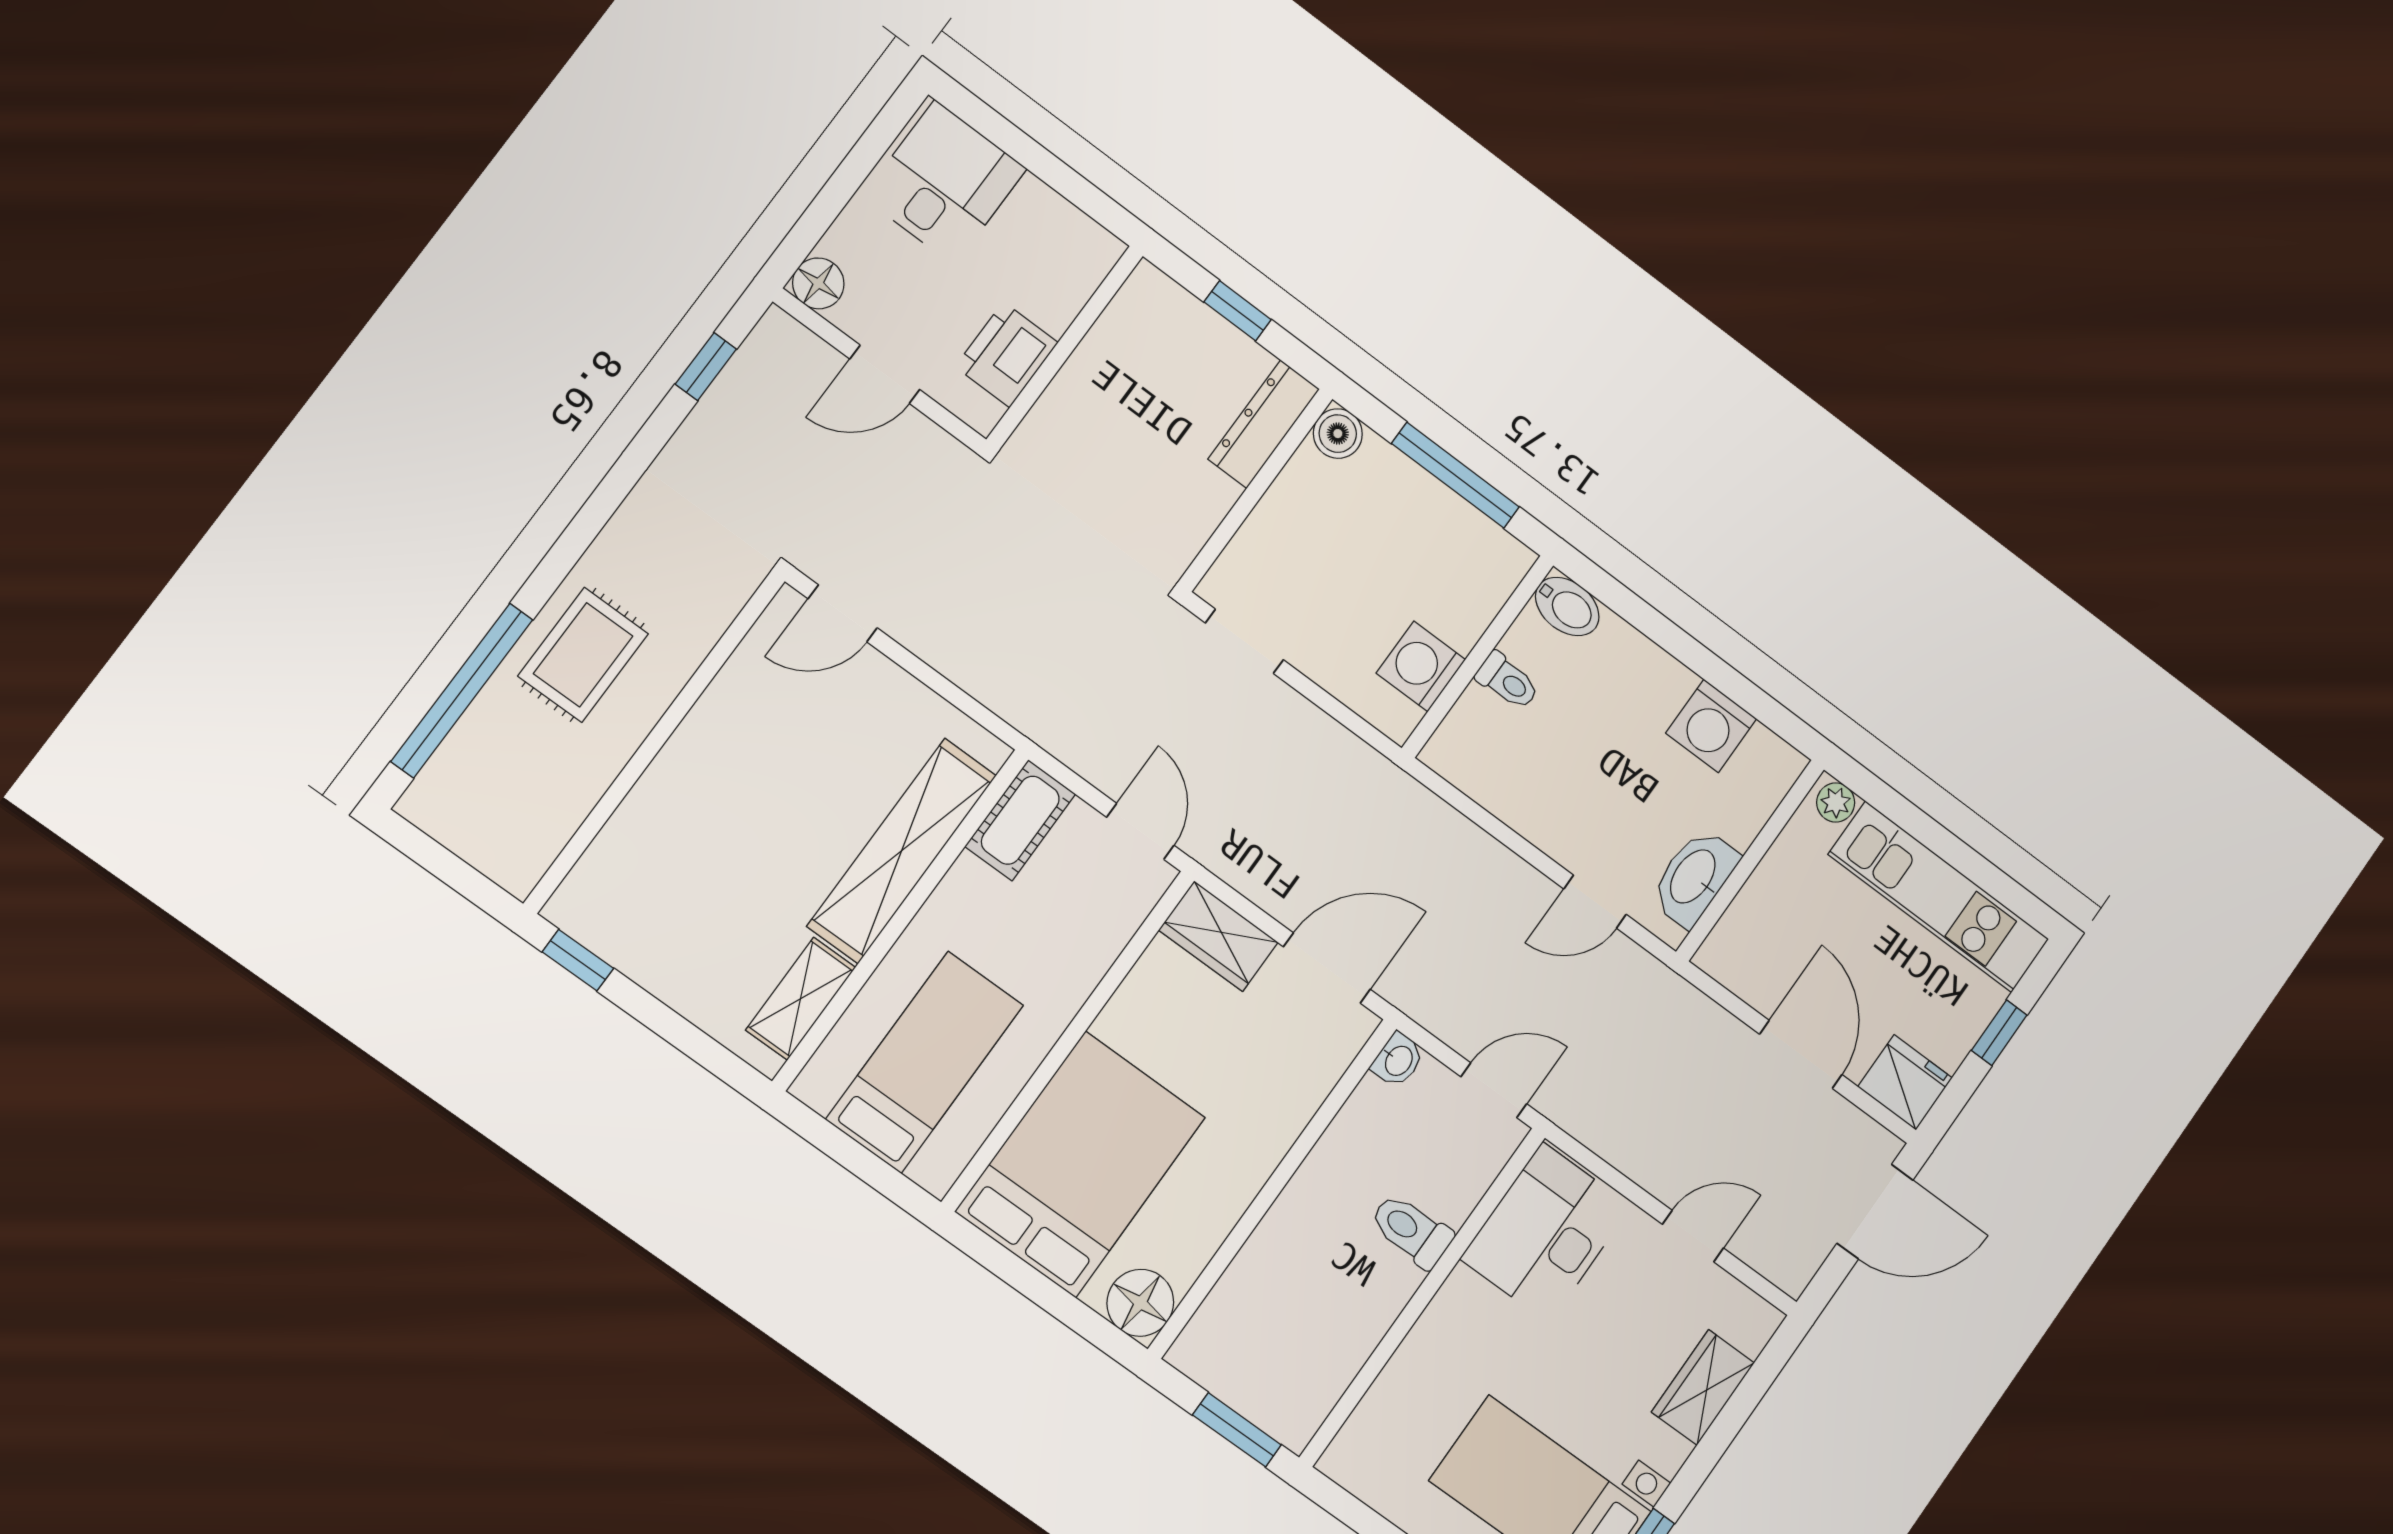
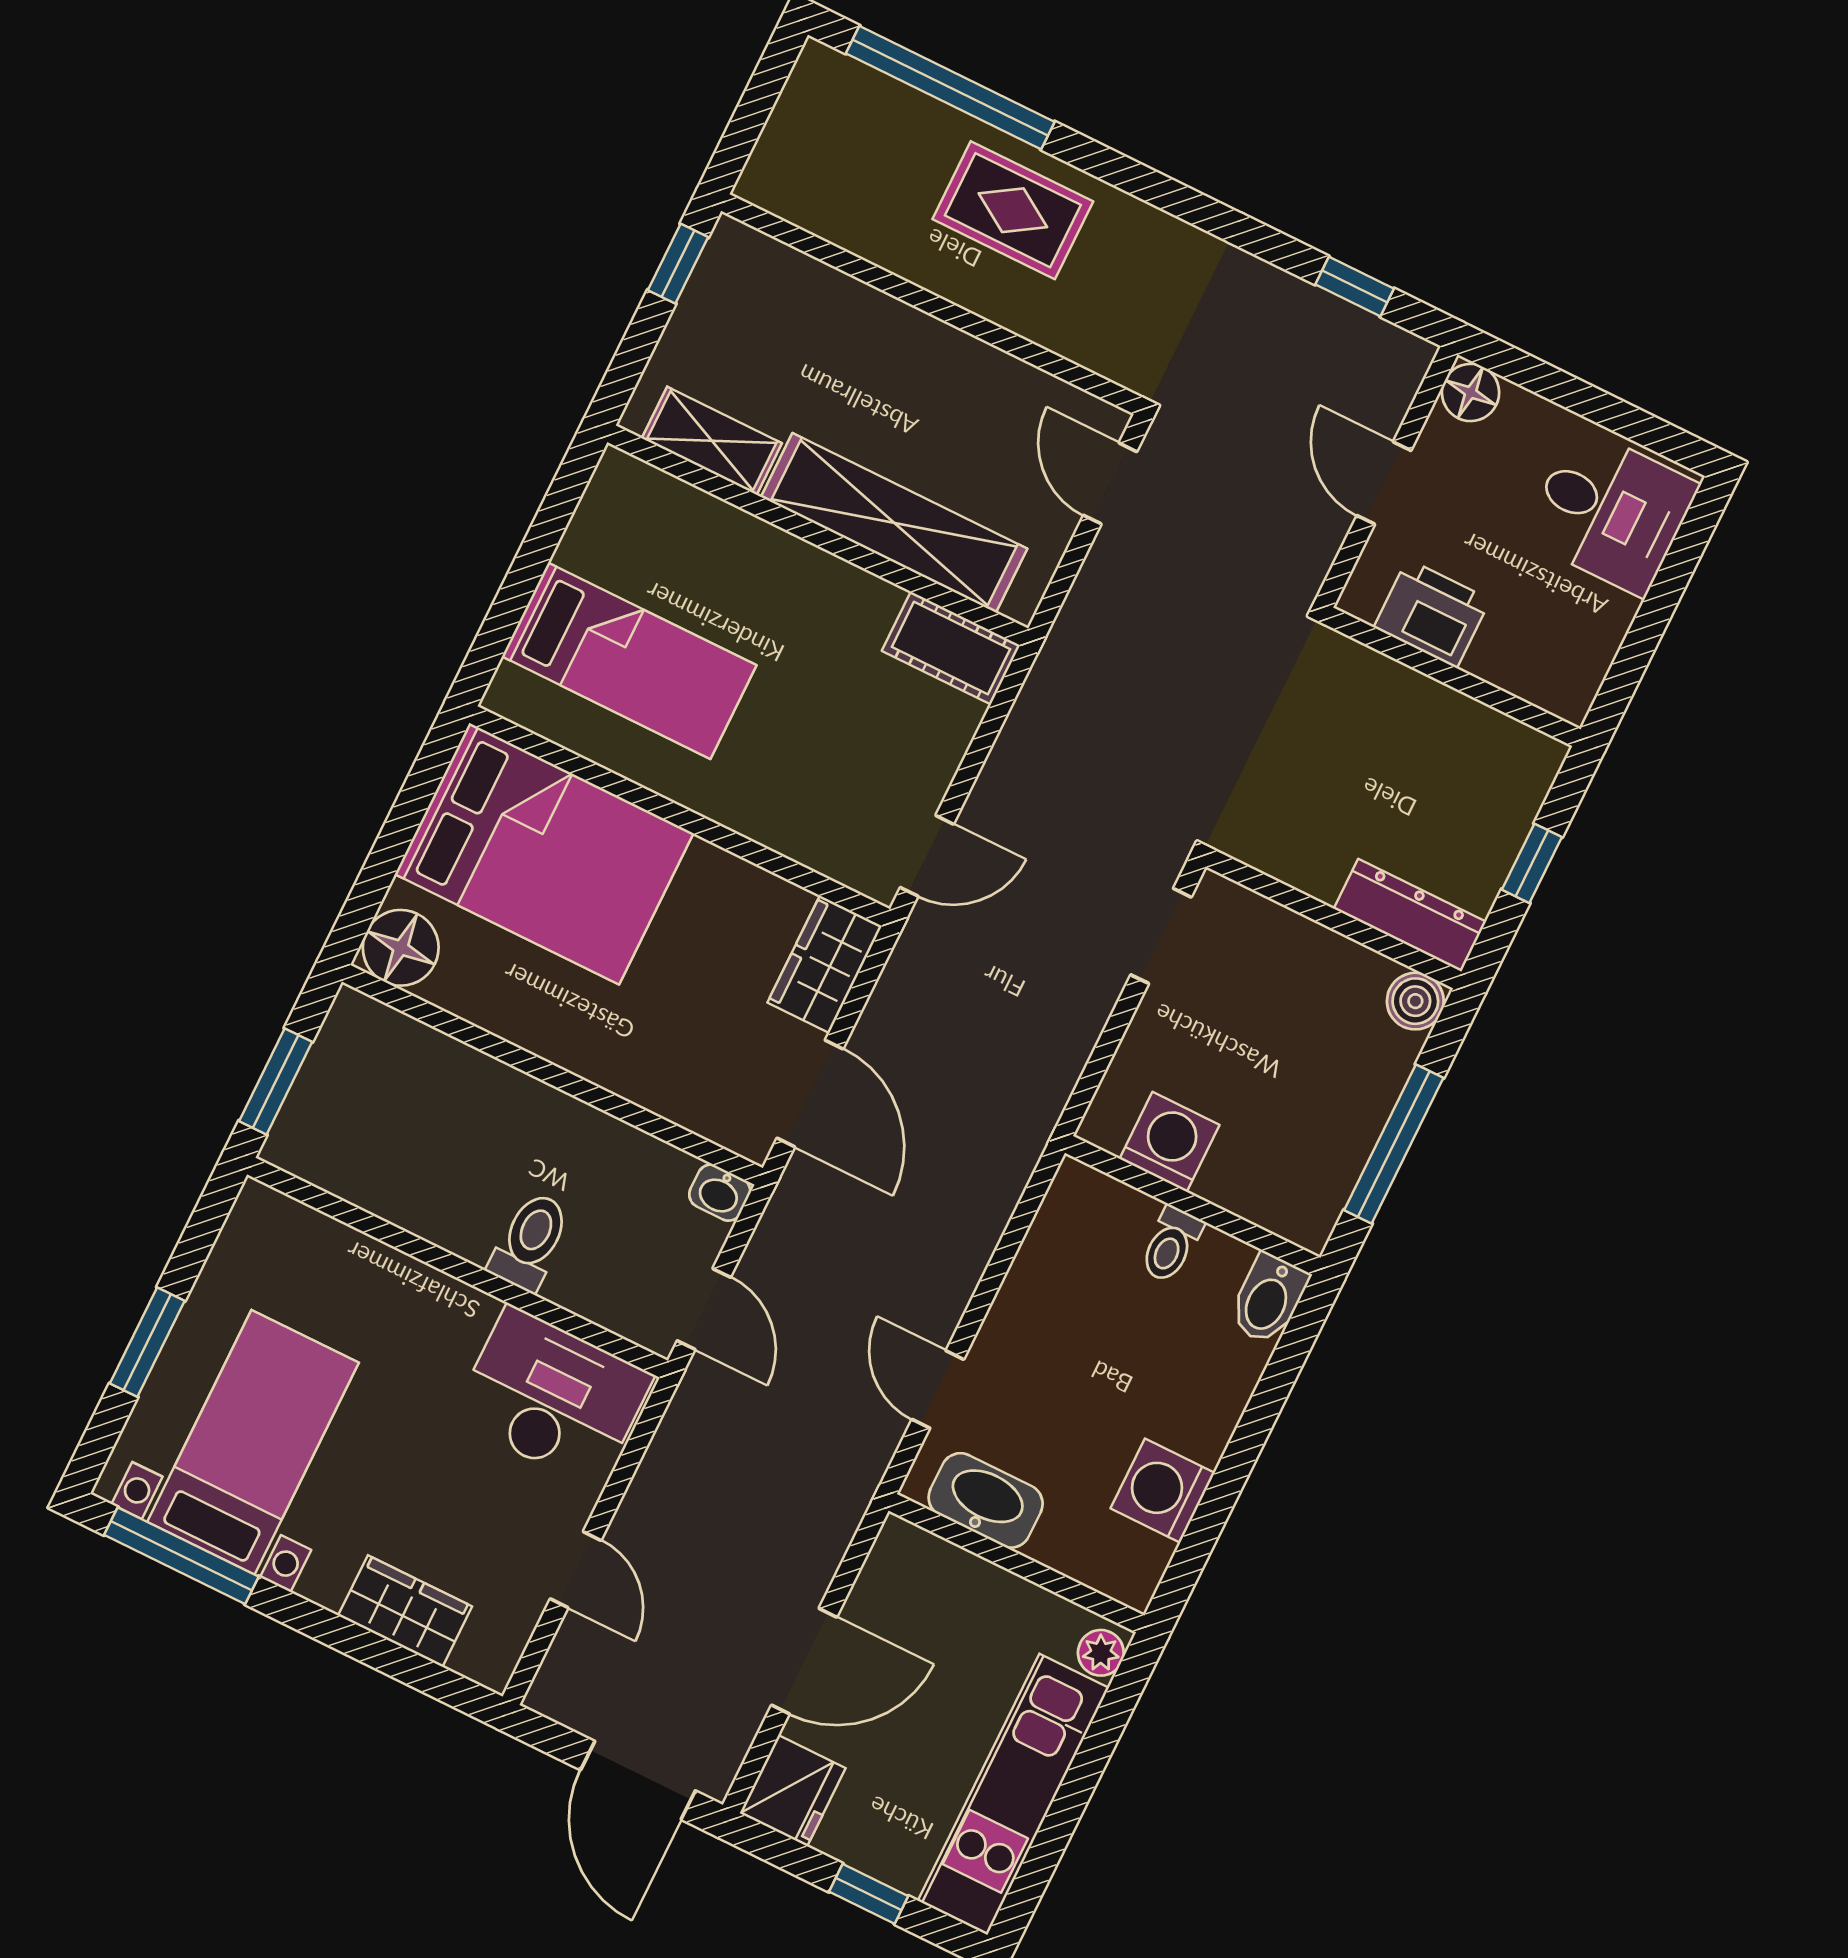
cot: (1020, 820) -> (951, 648), moved
shelving: (902, 851) -> (894, 523), moved
wall: (901, 919) -> (818, 535), moved
shelving: (801, 999) -> (712, 441), moved

